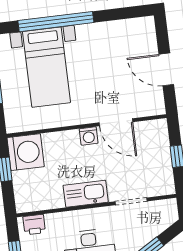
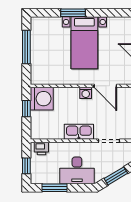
window: (56, 22) -> (73, 13), width x0.47
bed with nightstands: (47, 67) -> (84, 43), moved

